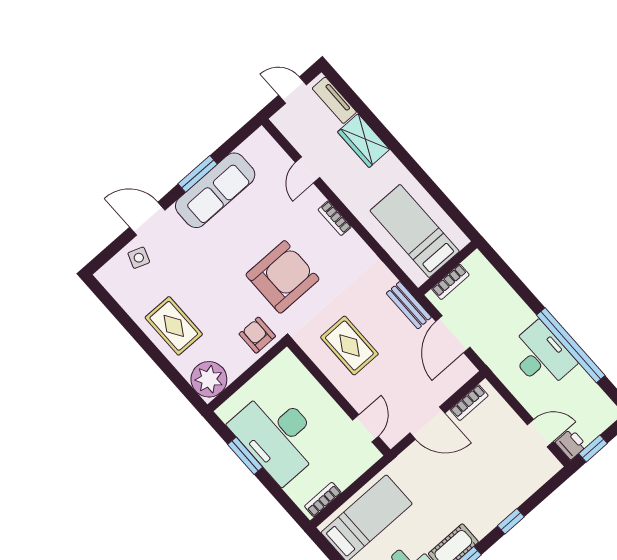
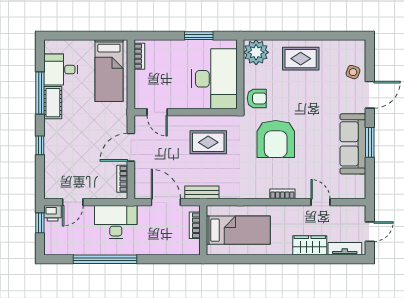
desk: (541, 356) -> (116, 222), moved, turned 180
desk: (277, 436) -> (215, 79), moved, turned 90

